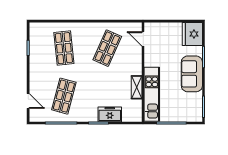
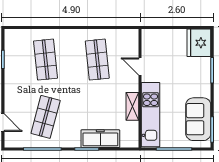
door: (143, 39) -> (140, 66), moved
shop shelf: (107, 48) -> (97, 60), turned -30
sofa: (192, 74) -> (198, 119), moved
freezer: (110, 114) -> (100, 139), width x1.40

